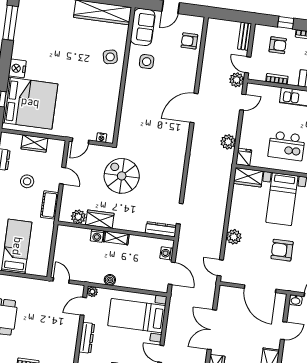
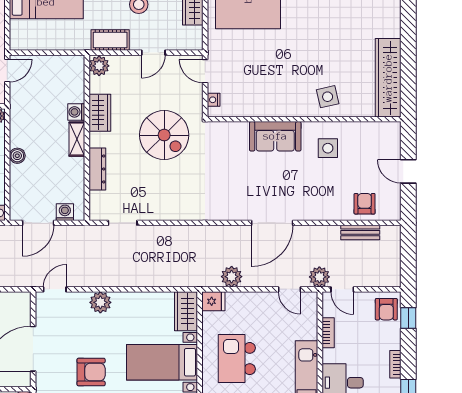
window: (286, 23) -> (408, 318), moved
sofa: (143, 27) -> (275, 136), moved
bench: (245, 36) -> (360, 232), moved
armchair: (278, 45) -> (386, 309), moved
door: (248, 65) -> (342, 289), swing flipped
door: (194, 108) -> (272, 223), swing flipped
spiral stairs: (122, 176) -> (164, 135), turned 90
plant: (78, 217) -> (99, 66), moved
dresser: (161, 229) -> (97, 169), moved
armchair: (282, 250) -> (91, 372), turned 90
boiler: (110, 280) -> (17, 156), moved

